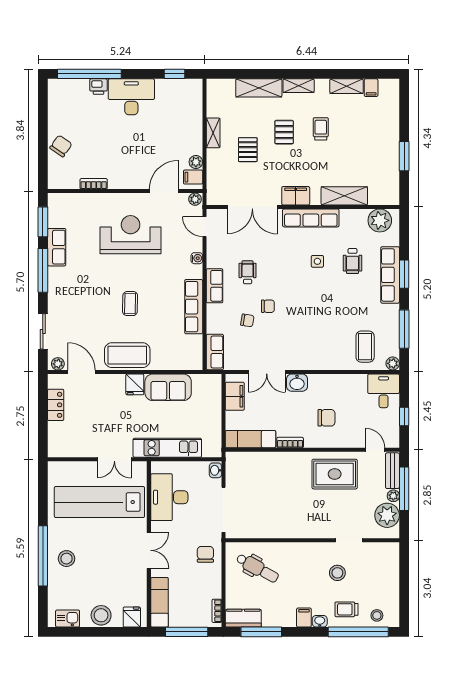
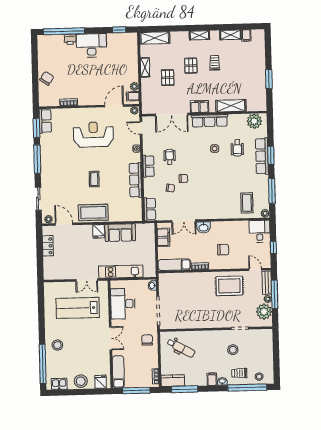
shelving: (259, 88) -> (155, 38), moved
row of seats: (57, 247) -> (45, 121), moved
lab bench: (99, 502) -> (78, 308), width x0.73
window: (43, 556) -> (43, 364), moved

